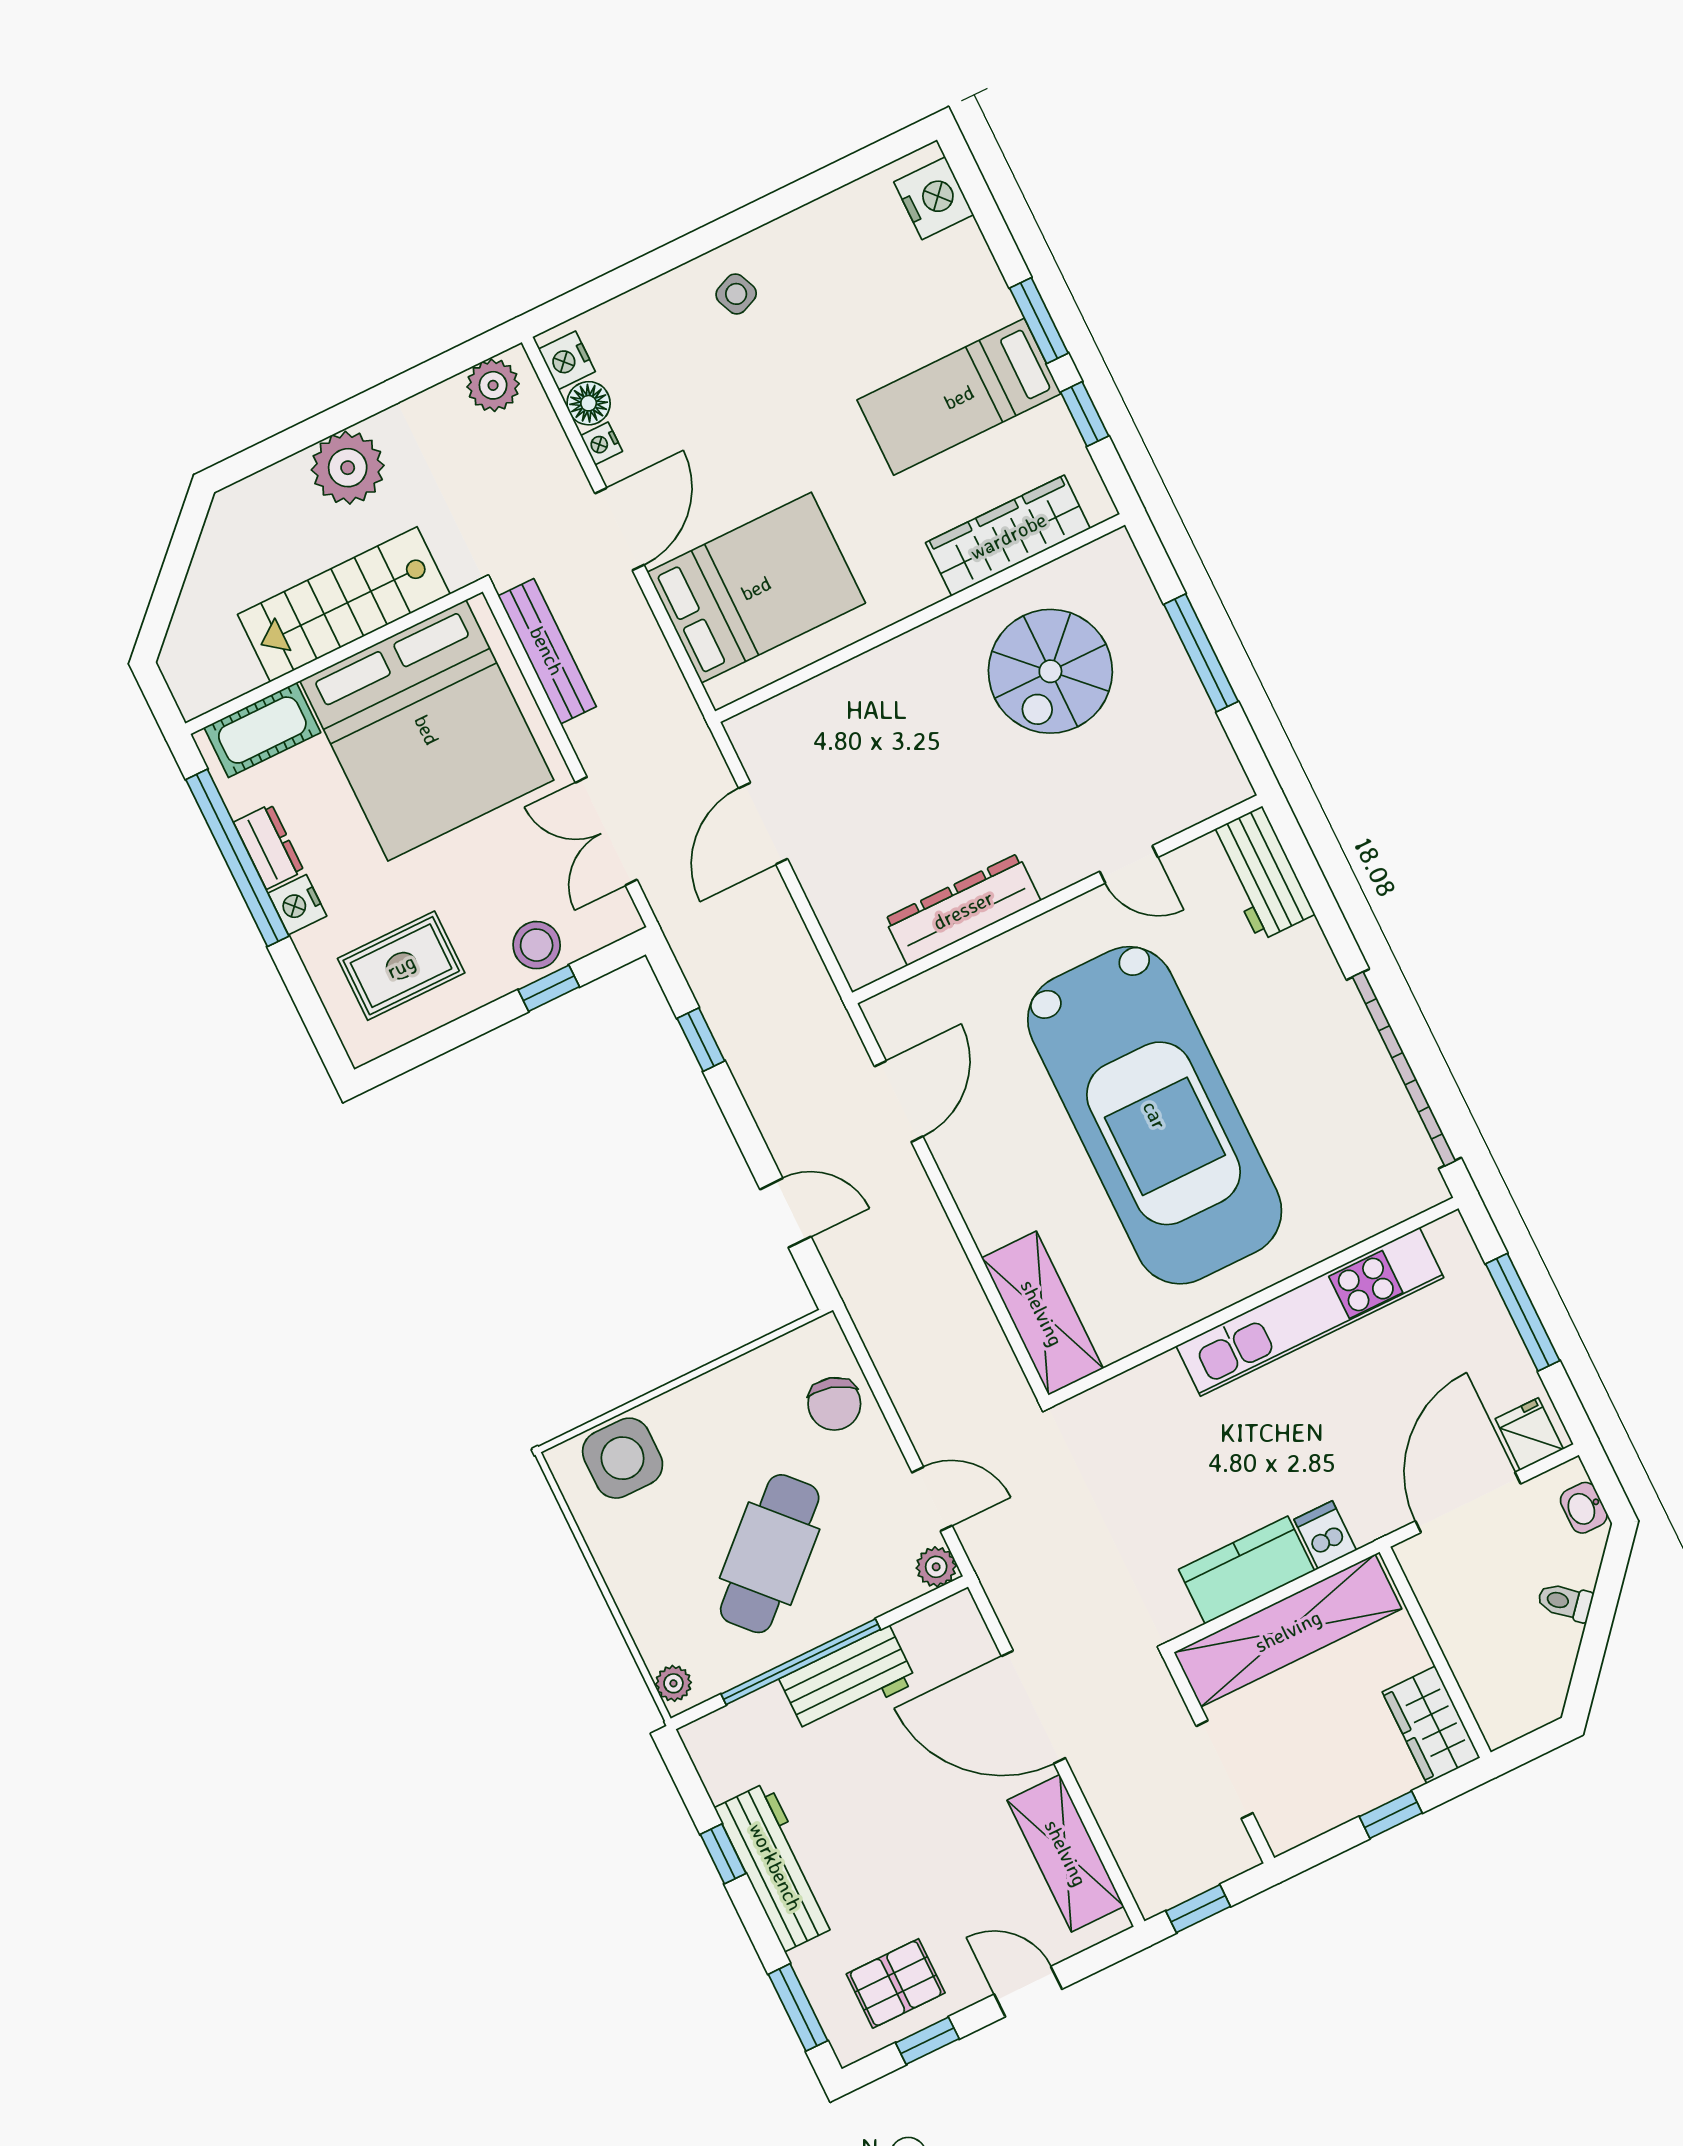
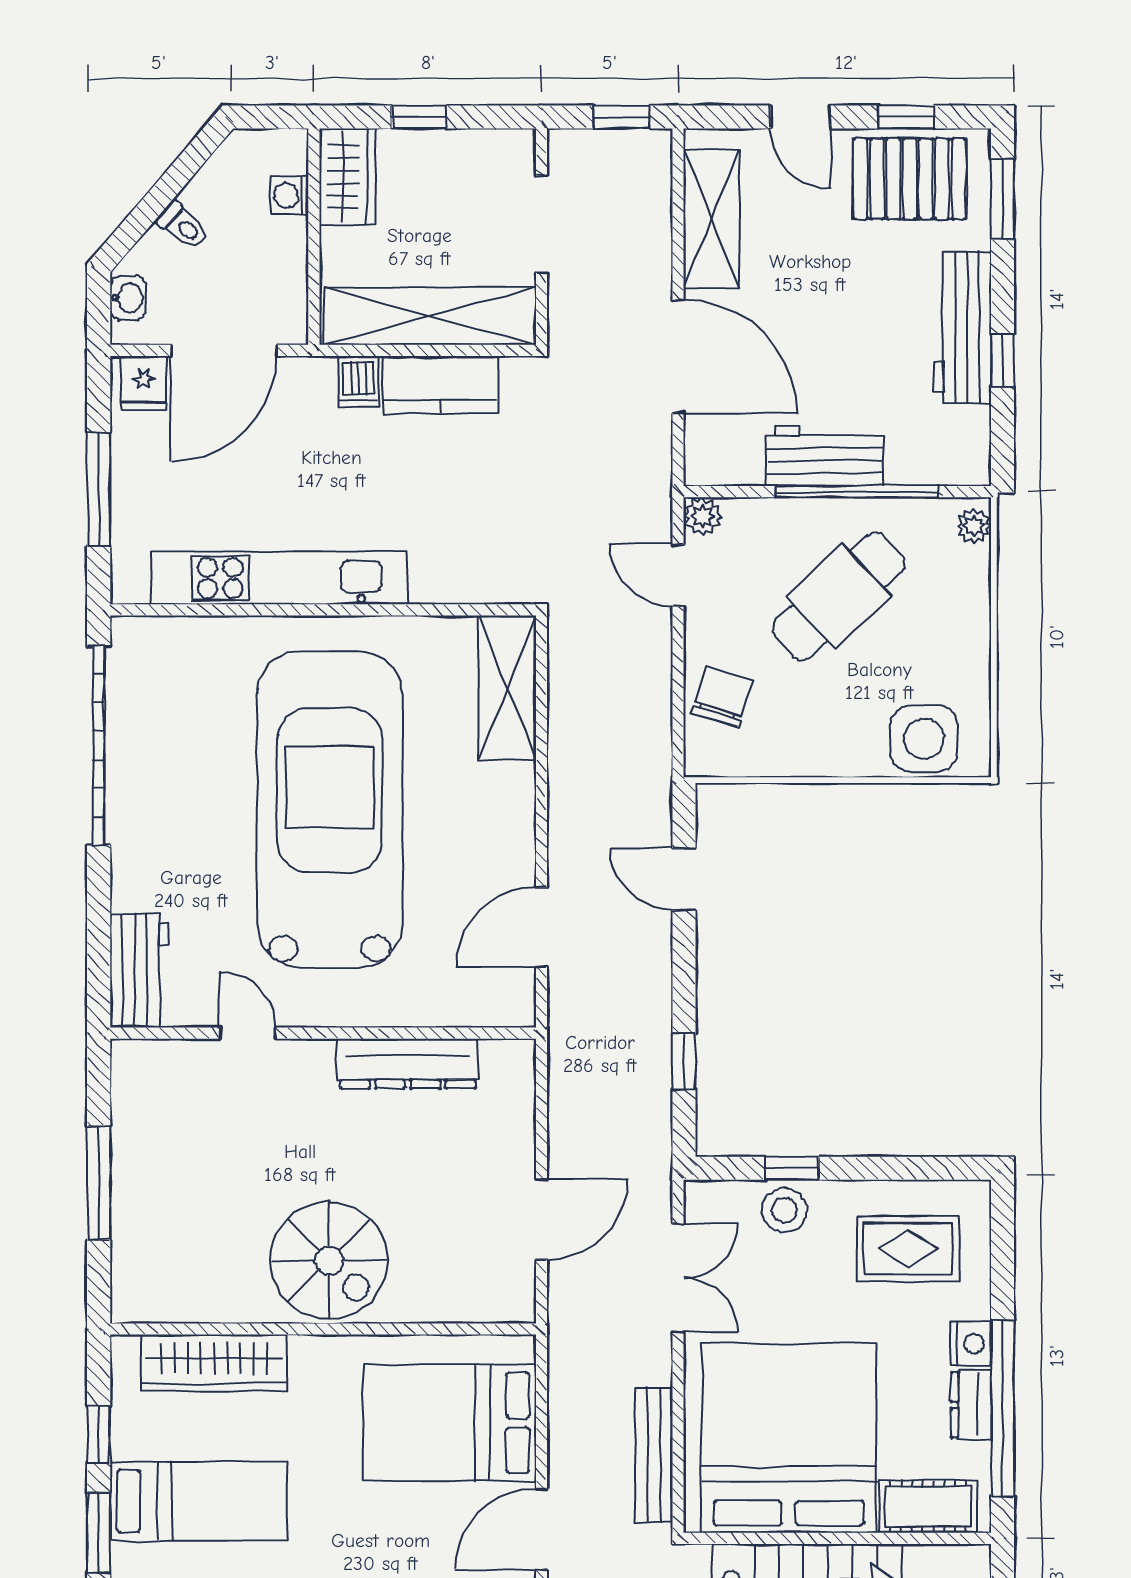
spiral stairs: (1050, 671) -> (329, 1261), moved, turned 90
washing machine: (1478, 1680) -> (289, 196), added
pallet: (896, 1983) -> (910, 179), width x1.50, depth x1.42

